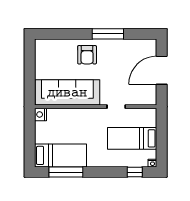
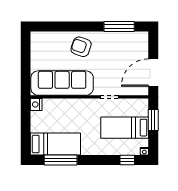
window: (108, 34) -> (119, 26), moved
armchair: (87, 55) -> (81, 47), turned 109
door: (162, 70) -> (153, 72), moved
window: (162, 131) -> (153, 120), added

